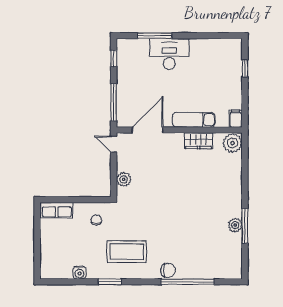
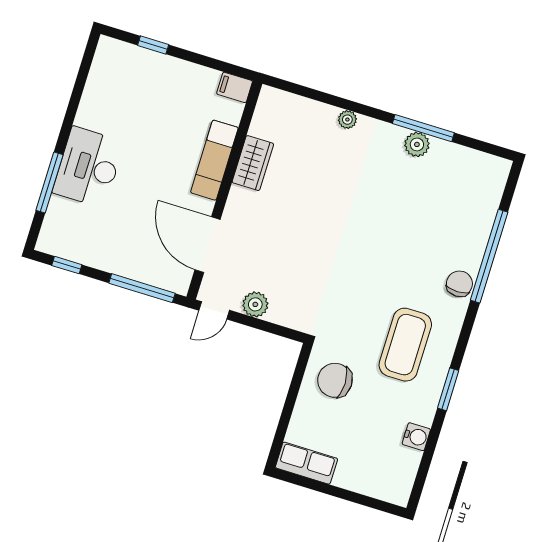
plant: (233, 143) -> (347, 120), moved, width x0.53, depth x0.53
plant: (124, 179) -> (255, 304), moved
row of seats: (57, 210) -> (306, 463), moved, turned -90
chair: (96, 220) -> (335, 380), width x1.87, depth x1.87

